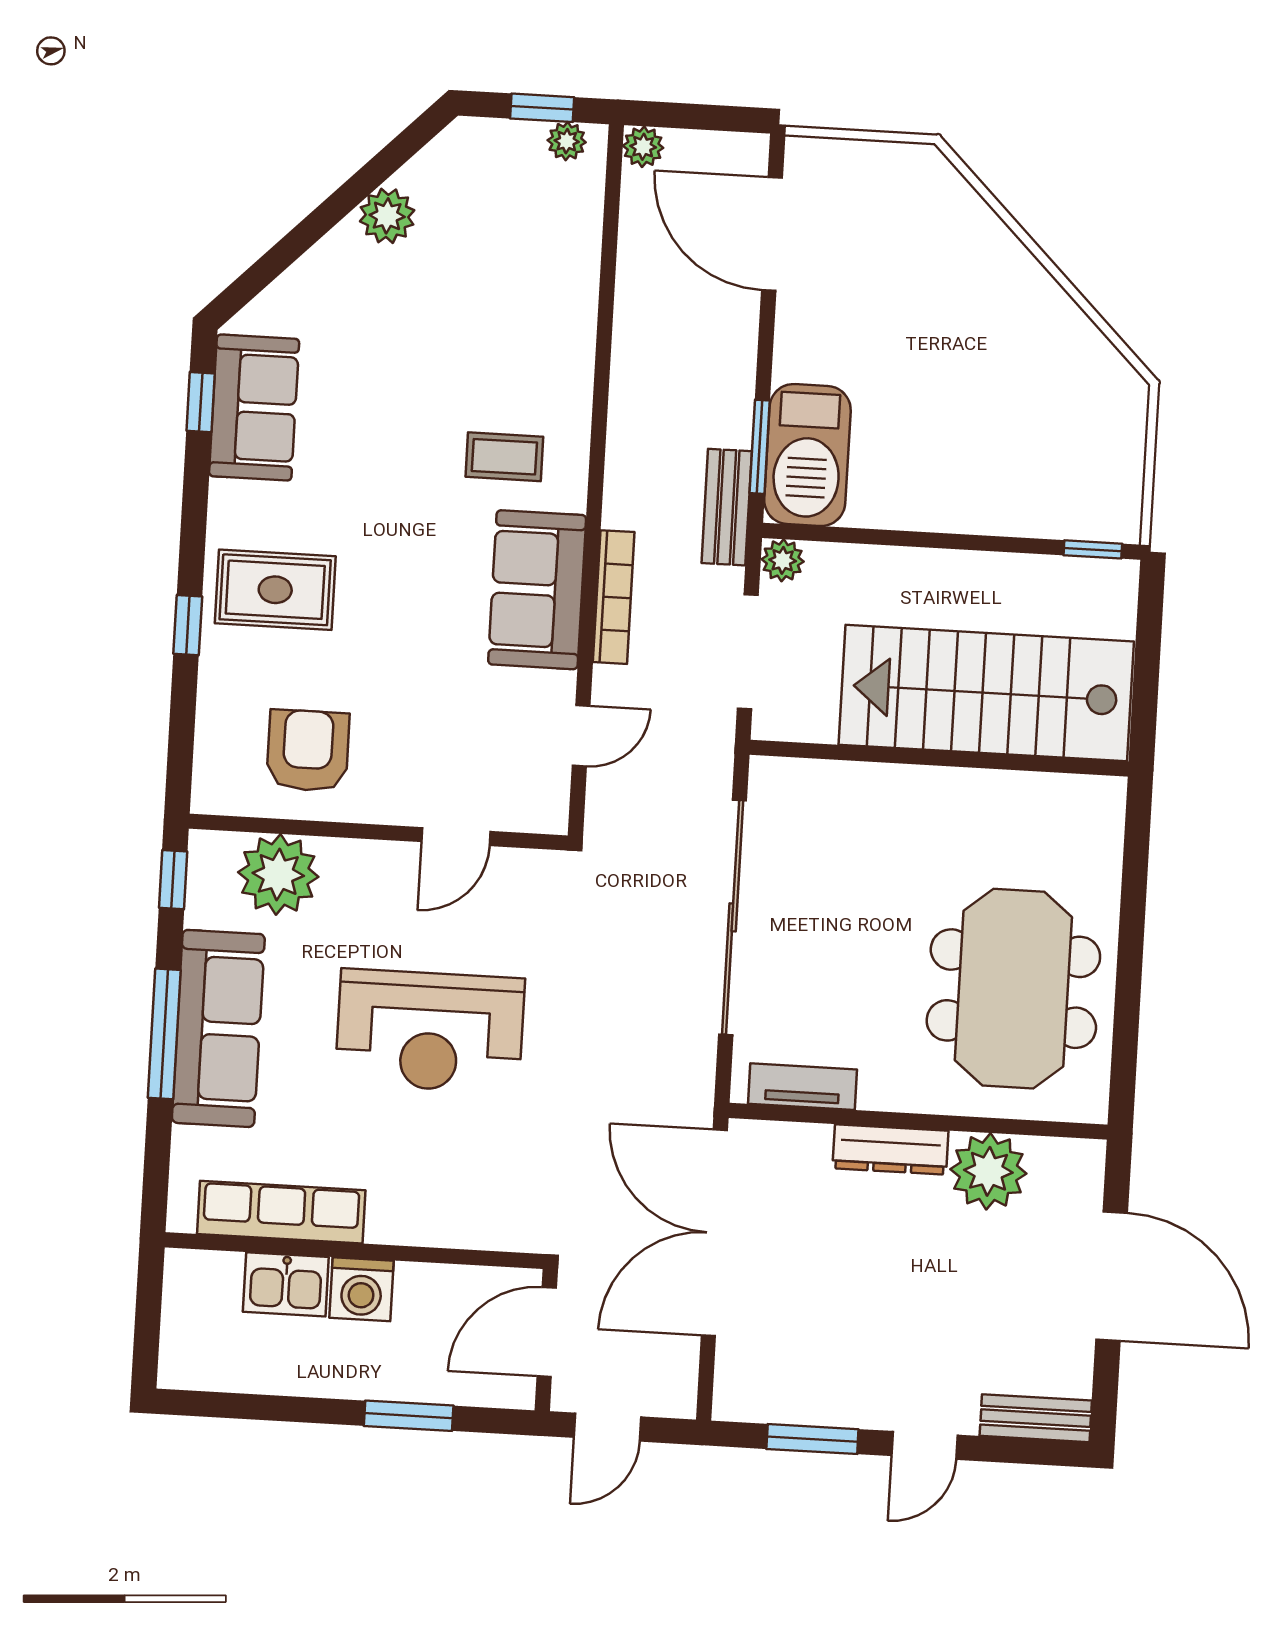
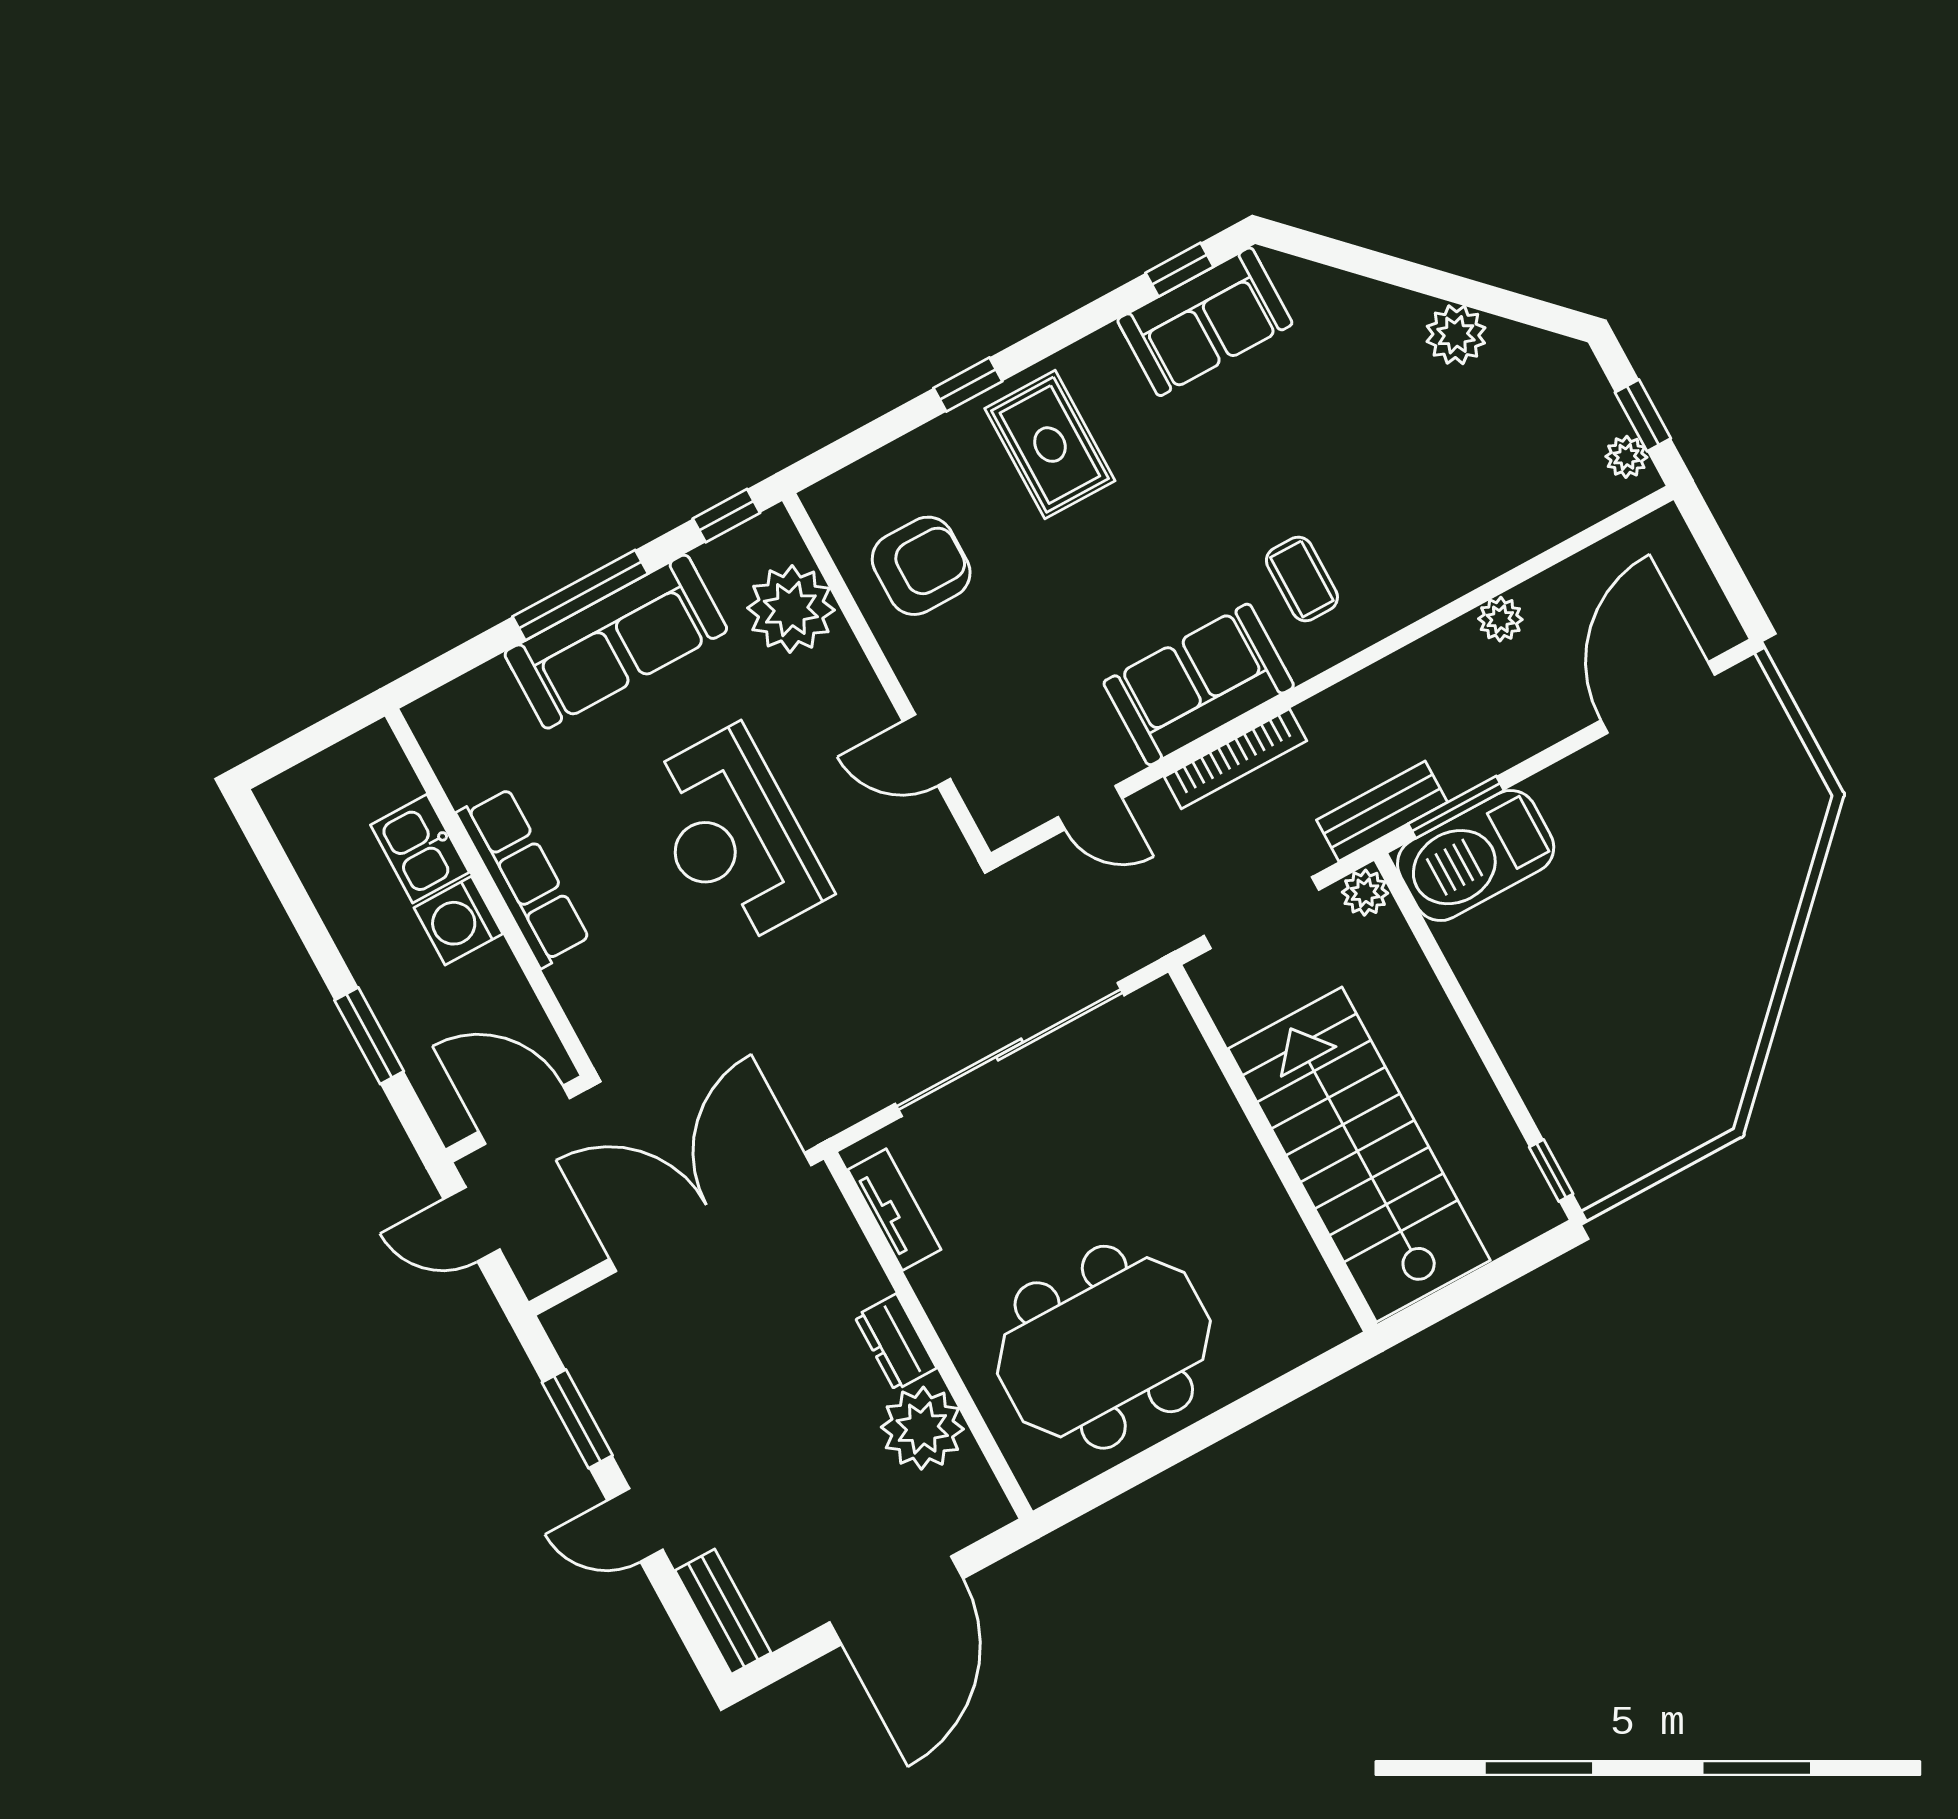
plant: (643, 147) -> (1500, 619), moved
dresser: (890, 1149) -> (896, 1342), width x0.70
row of seats: (281, 1212) -> (523, 877), moved

